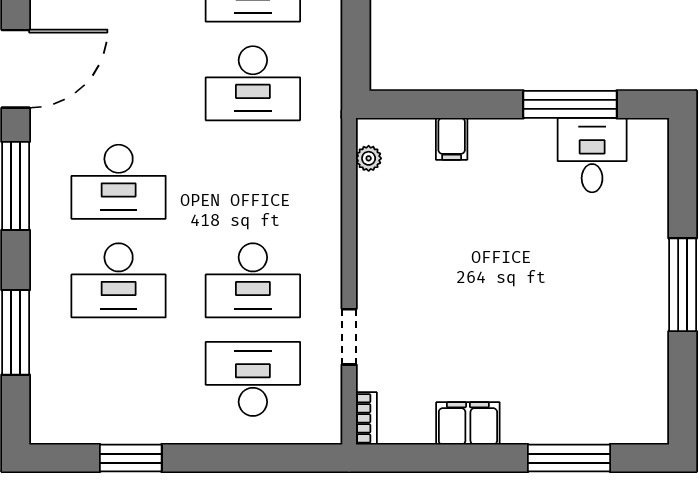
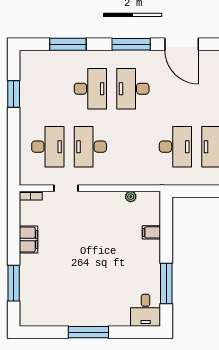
desk: (253, 83) -> (175, 147), turned 180
desk: (592, 155) -> (146, 310), moved, turned 90
plant: (369, 158) -> (131, 197), moved
desk: (119, 280) -> (90, 89), turned 180

